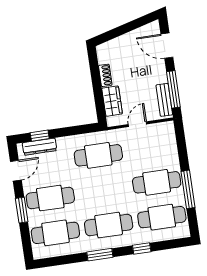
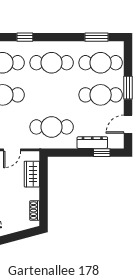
shoe rack: (105, 75) -> (35, 211), moved
dresser: (40, 147) -> (92, 143), moved
window: (100, 255) -> (96, 37), moved

